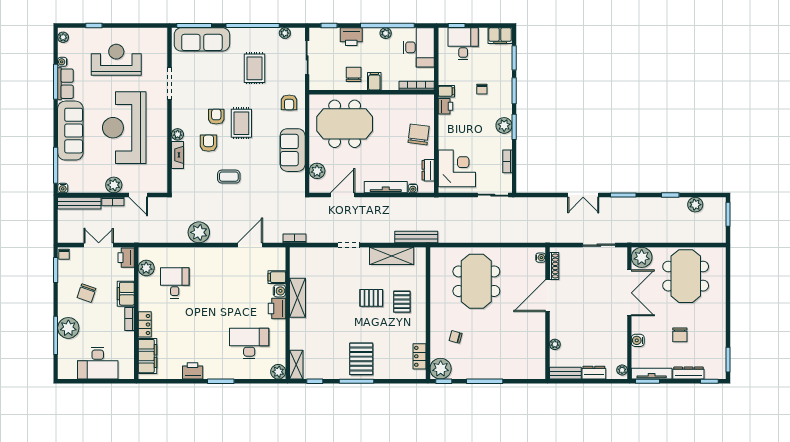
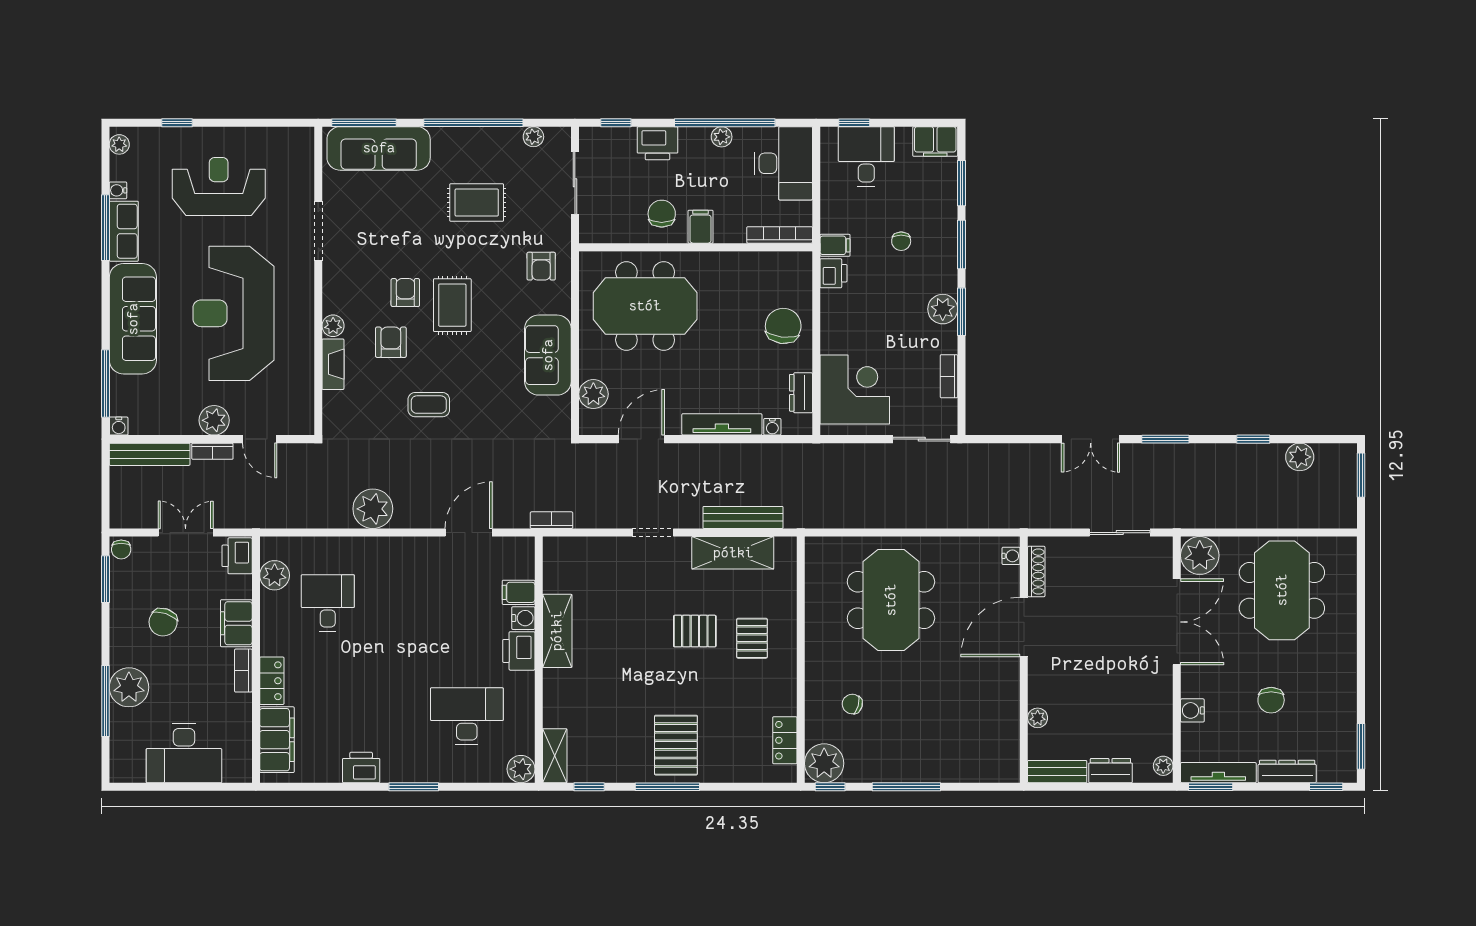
rug: (254, 68) -> (477, 203), turned 90
bench: (416, 237) -> (743, 517), moved

